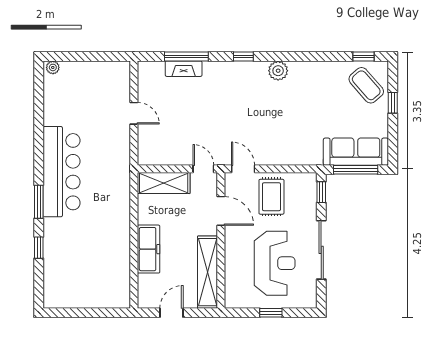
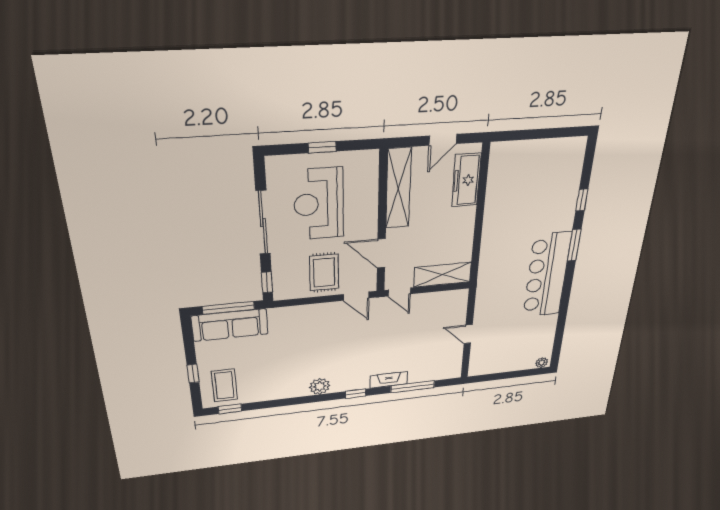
fireplace: (184, 69) -> (389, 380), moved
coffee table: (366, 85) -> (224, 385), turned 41
freezer: (148, 249) -> (466, 180), moved

